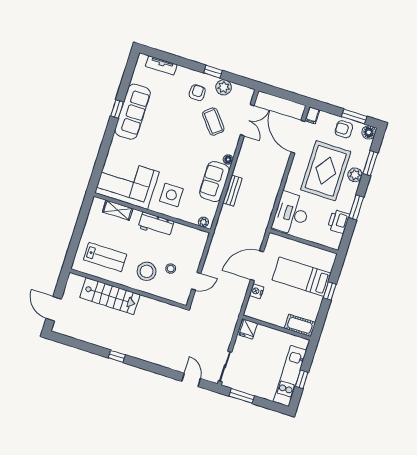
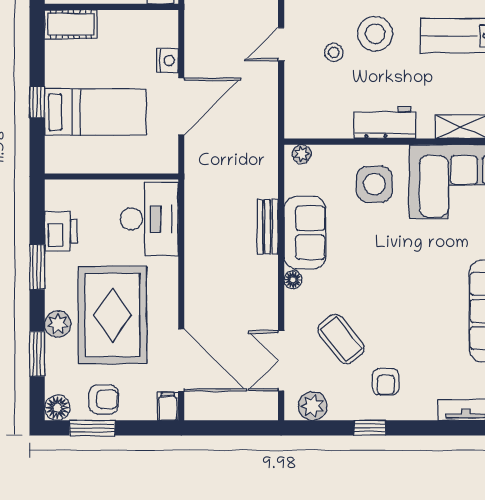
plant: (224, 87) -> (313, 406), moved

